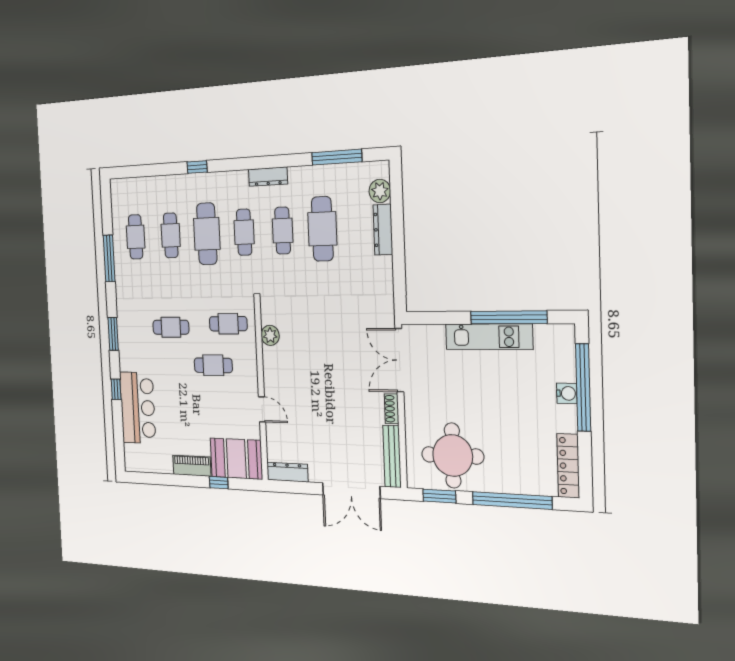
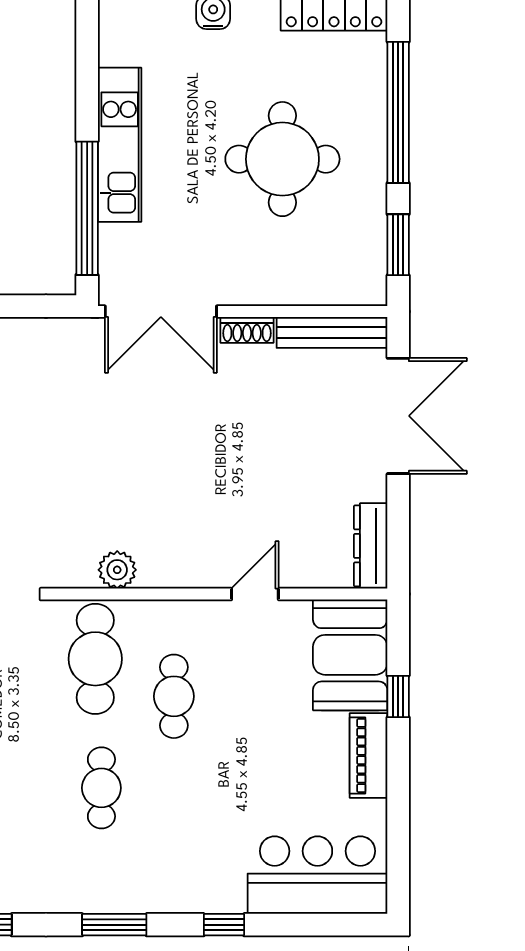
window: (509, 317) -> (87, 208), moved
cafe table: (228, 324) -> (95, 659), width x1.37, depth x1.35
bar counter: (138, 408) -> (317, 875), moved
round table: (453, 456) -> (282, 159), moved

